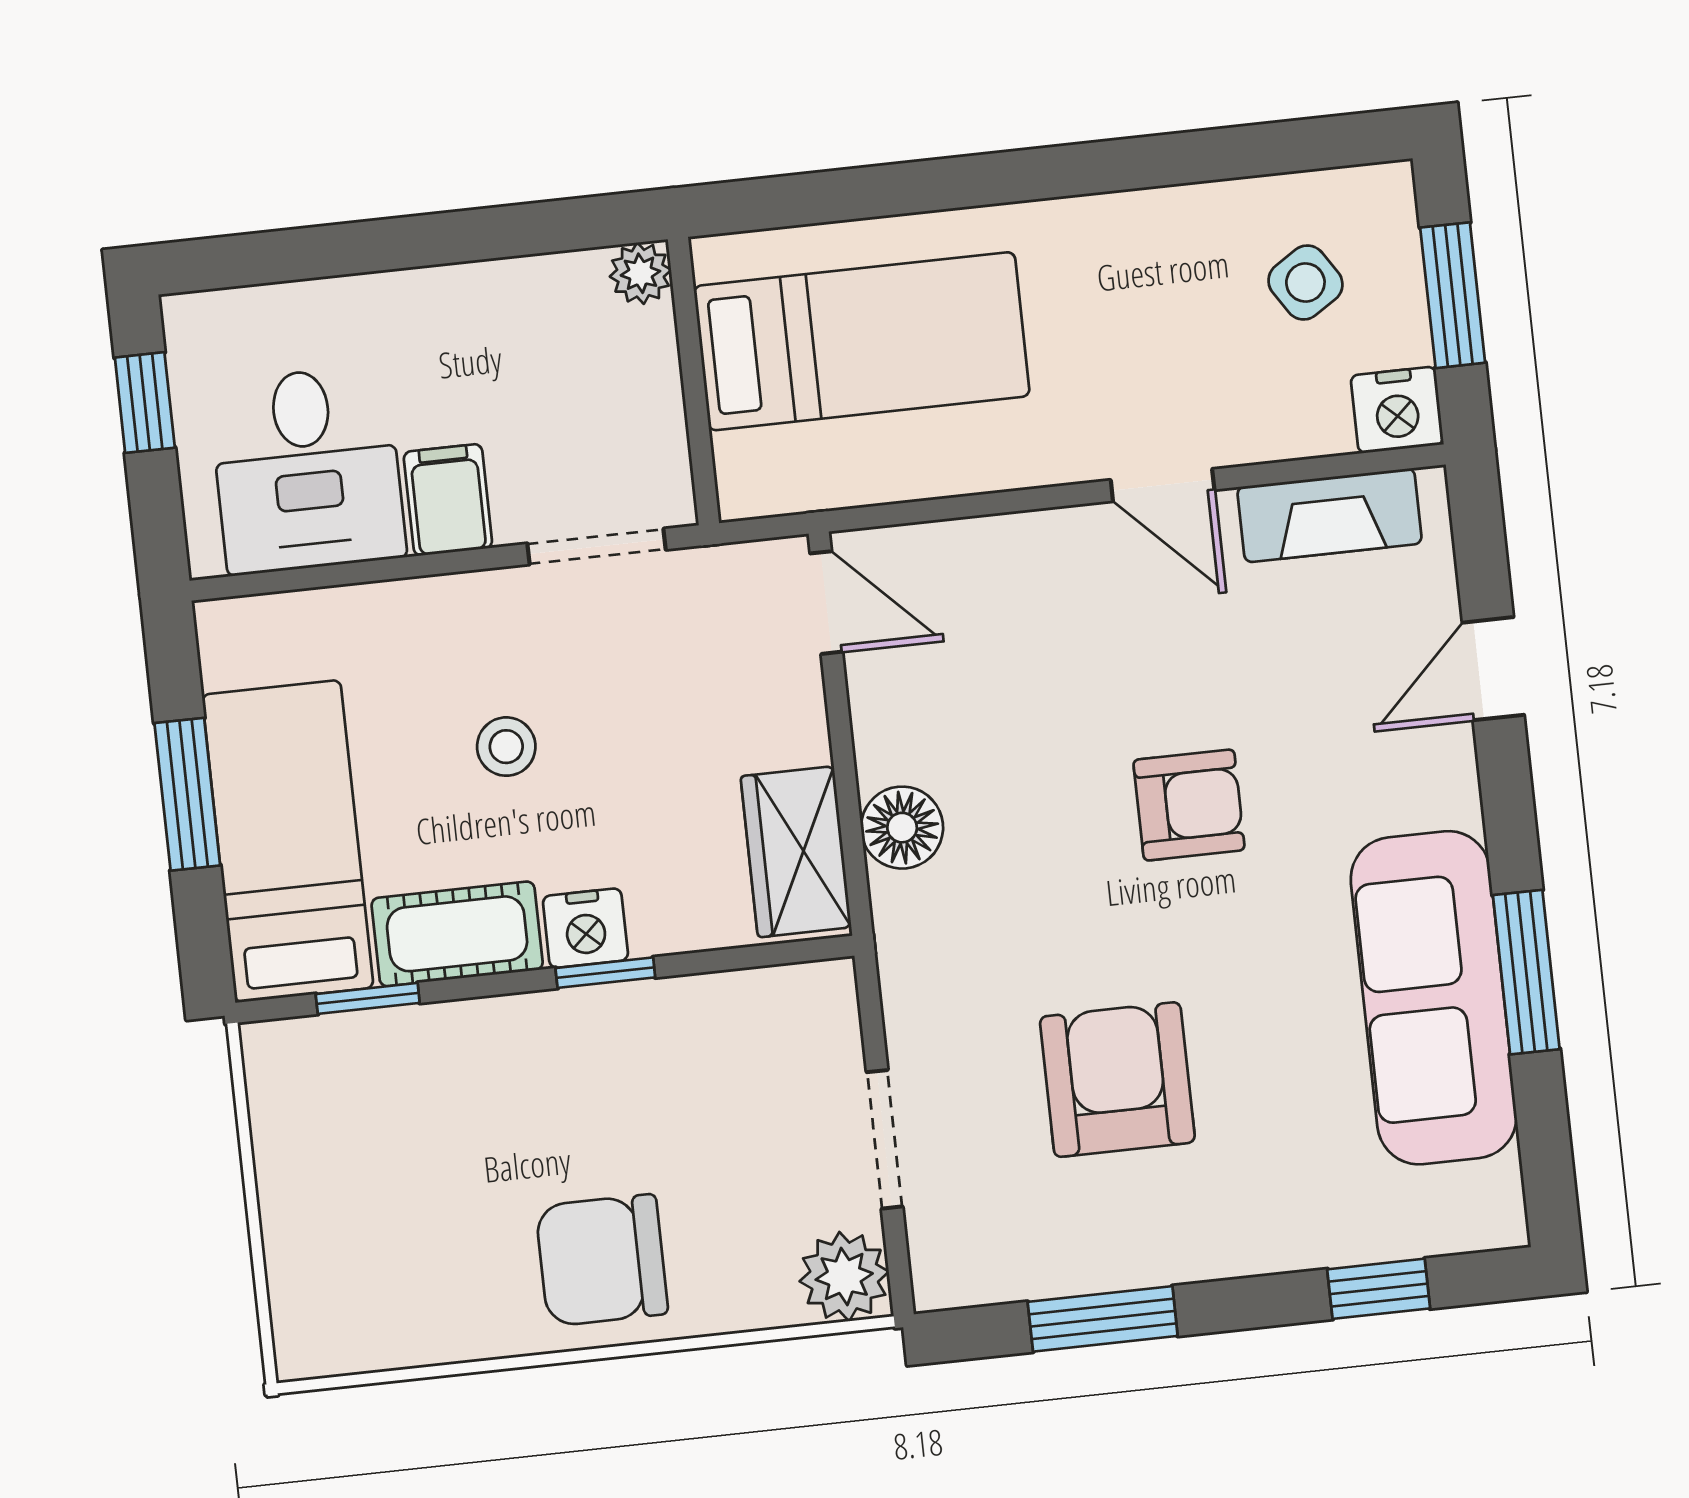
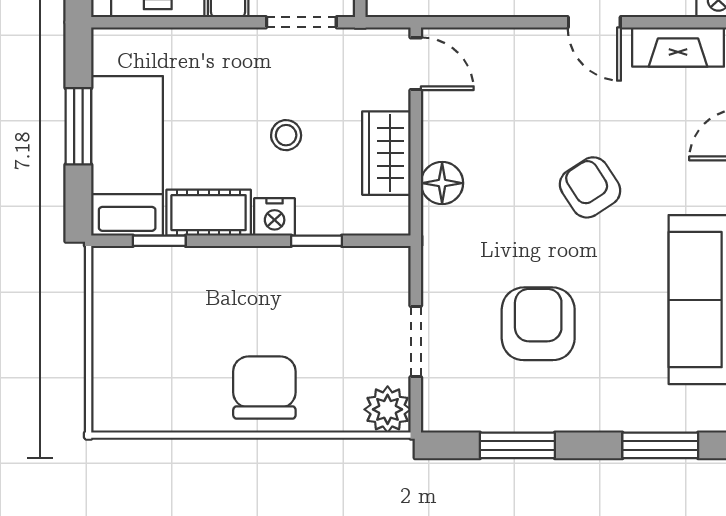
stool: (506, 747) -> (286, 135), moved
armchair: (1189, 805) -> (590, 187), turned -123
wardrobe: (796, 852) -> (386, 153), moved
window: (605, 973) -> (317, 241), moved
chair: (602, 1260) -> (264, 388), turned 90
window: (1379, 1289) -> (660, 445), width x1.50

